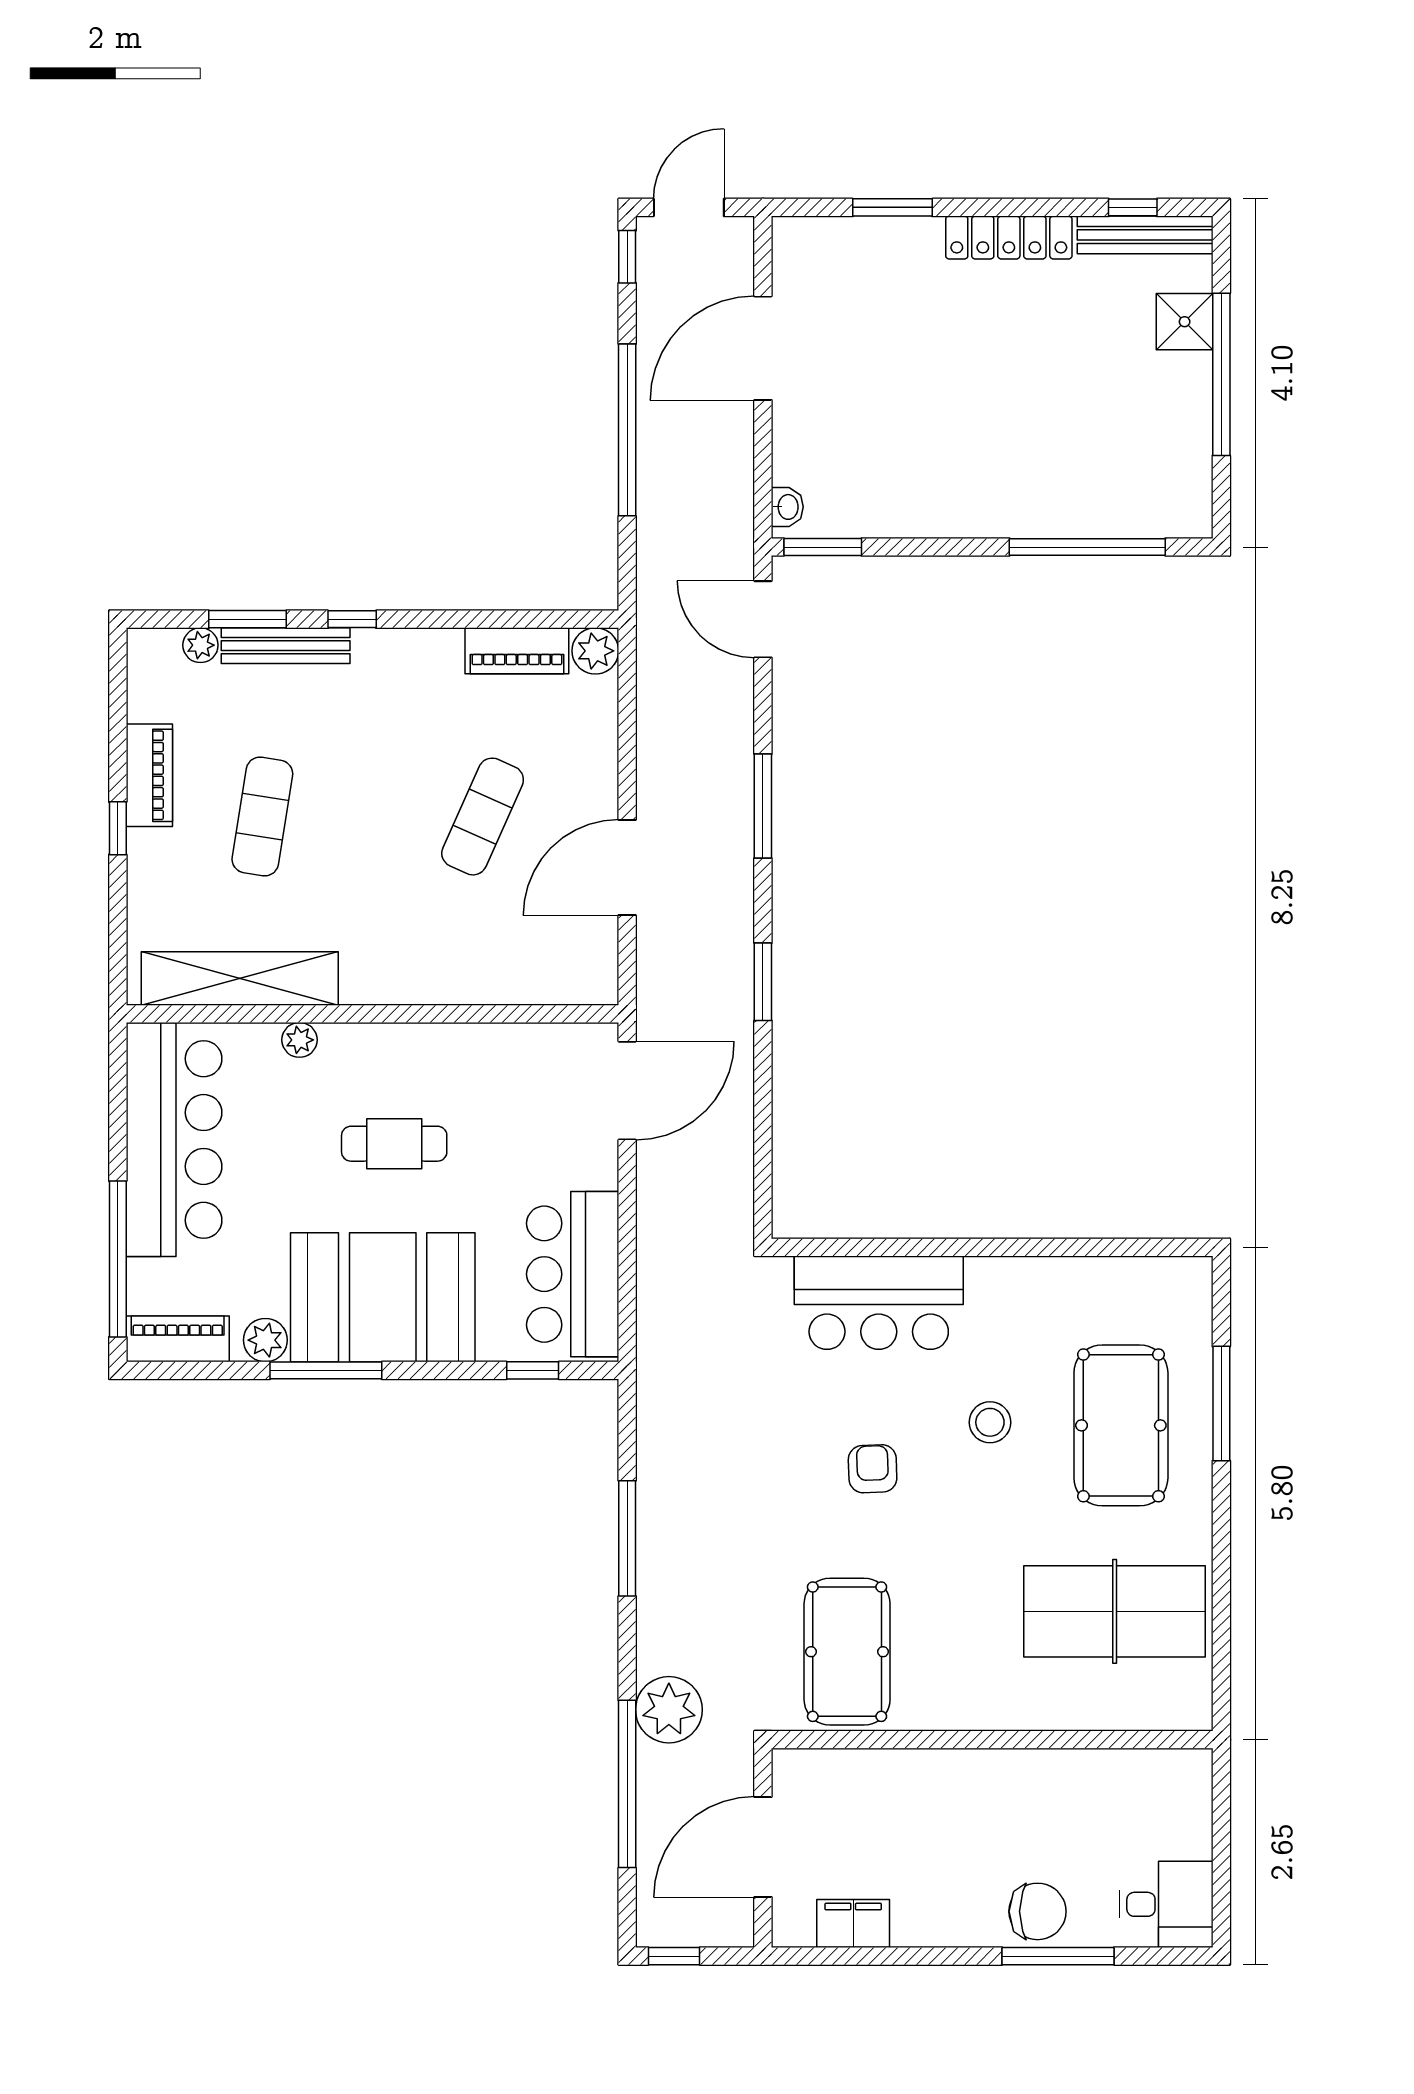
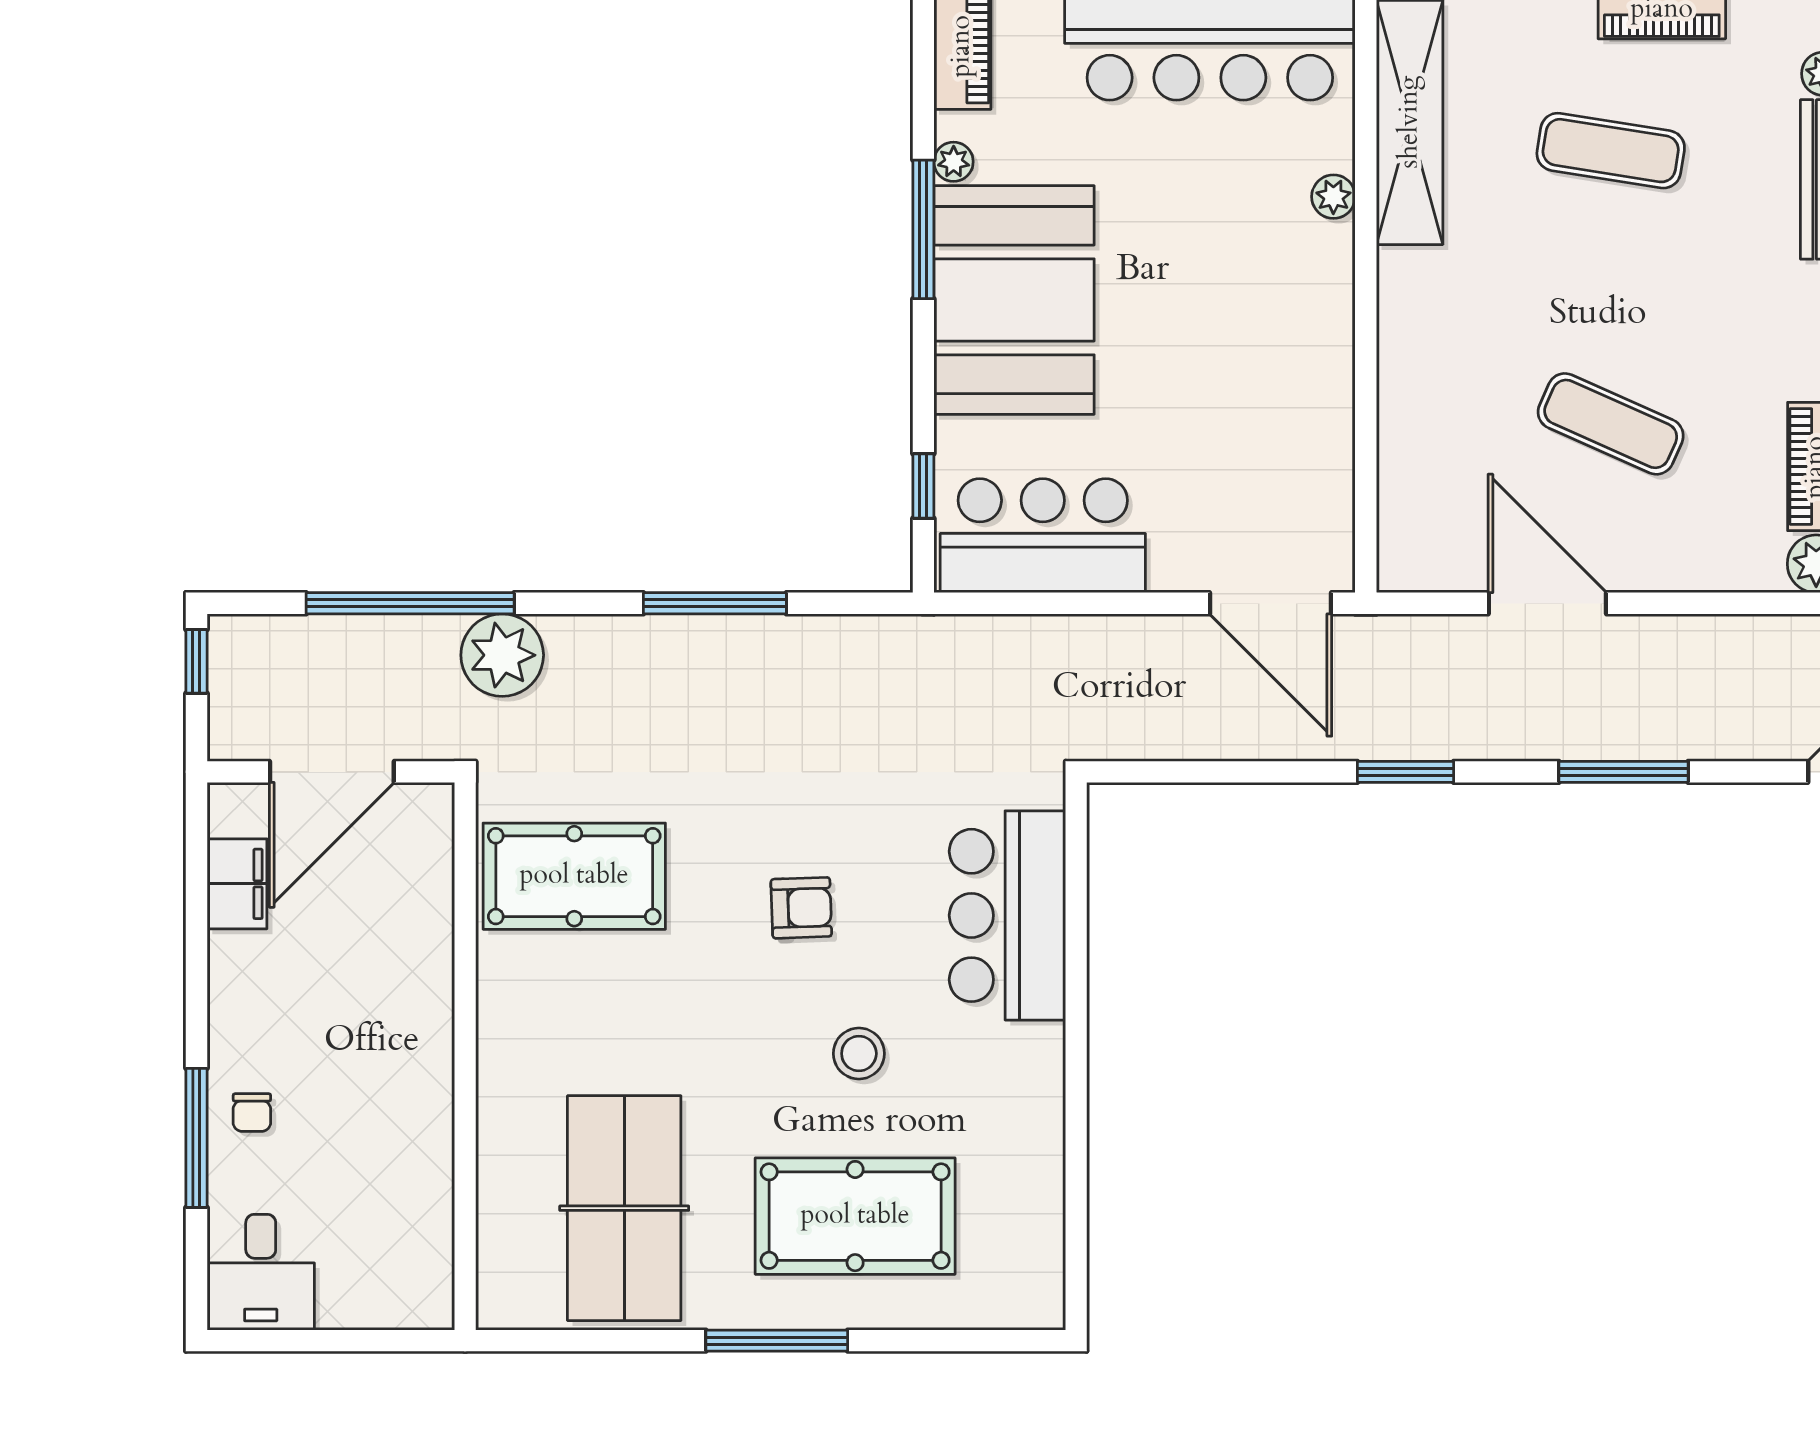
cafe table: (394, 1144) -> (1205, 314), removed
plant: (265, 1340) -> (954, 162), width x0.73, depth x0.73
window: (1221, 1404) -> (777, 1341), moved
door: (763, 1847) -> (332, 772), swing flipped
chair: (1038, 1911) -> (252, 1113), width x0.54, depth x0.54

